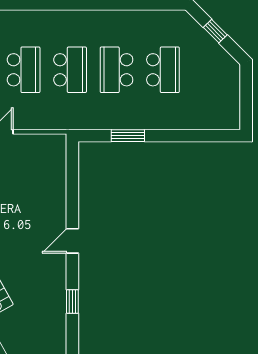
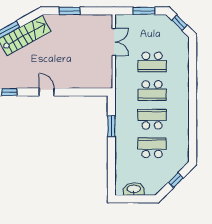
school desk: (163, 70) -> (152, 148), turned 180
washbasin: (230, 99) -> (134, 189), added

